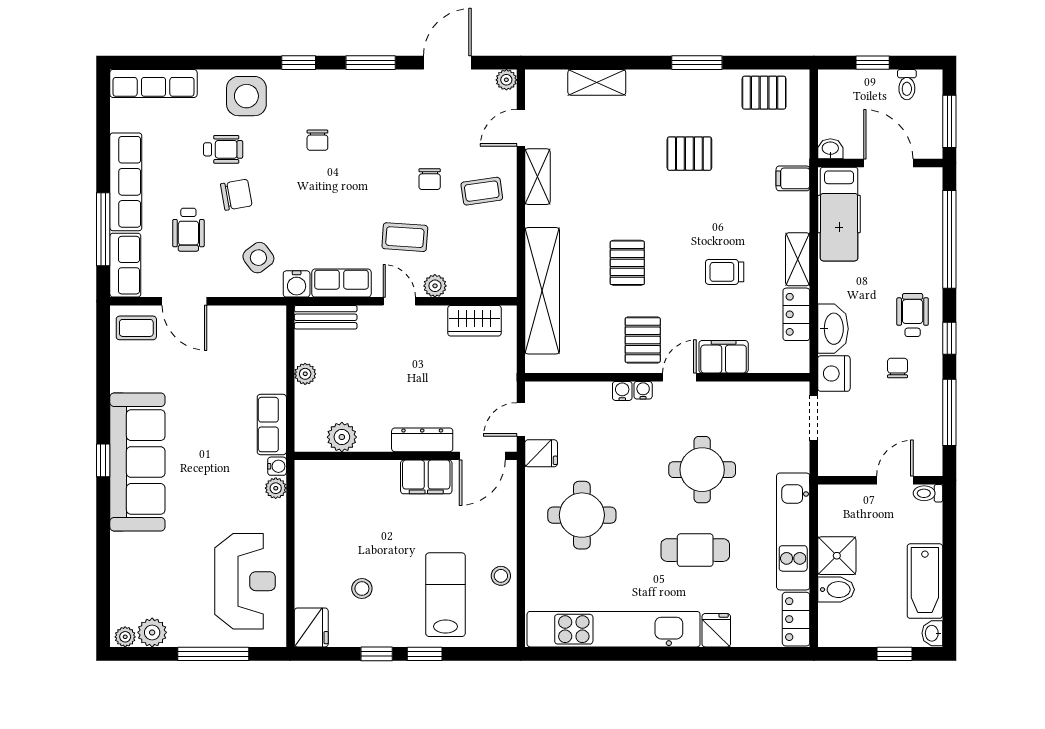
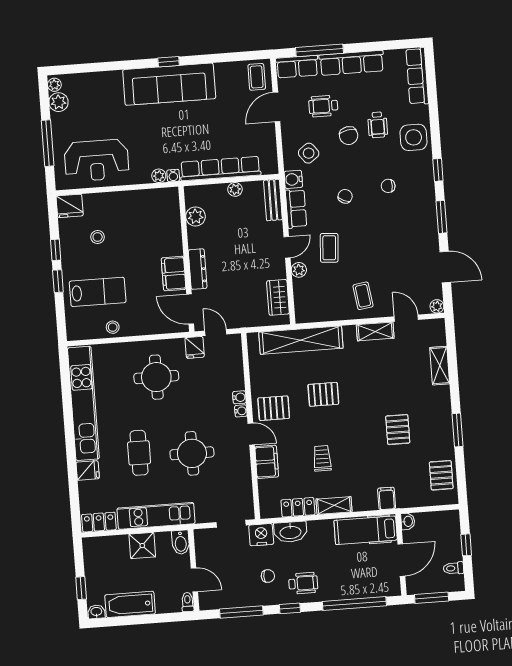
chair: (430, 179) -> (345, 196), moved, turned 114
row of seats: (272, 425) -> (220, 169), width x2.02
bidet: (836, 590) -> (181, 542), moved

